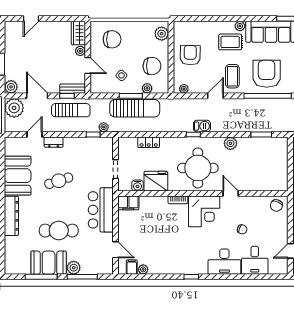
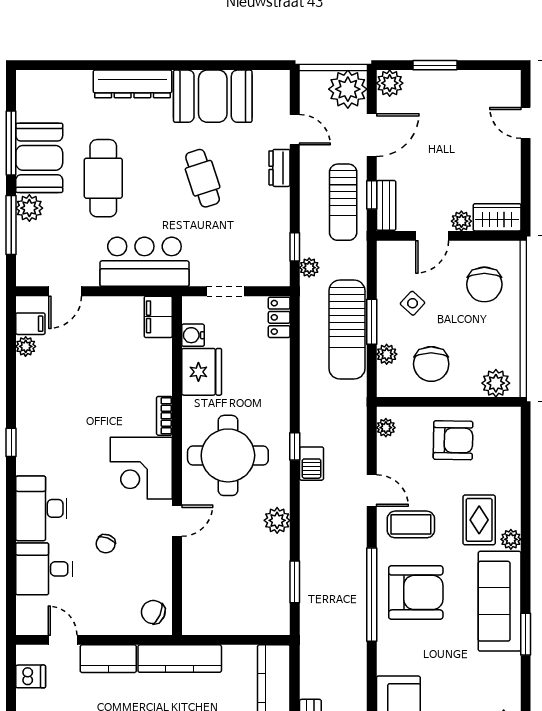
locker: (149, 142) -> (279, 317), moved

